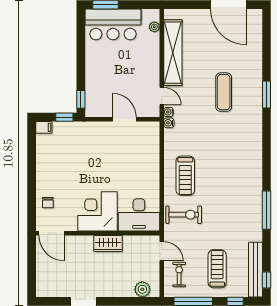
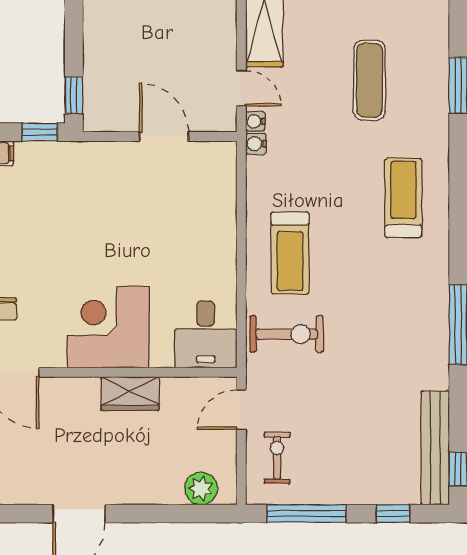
desk: (139, 215) -> (206, 334), width x0.73
door: (162, 251) -> (241, 410), swing flipped
treadmill: (217, 269) -> (403, 198), moved

